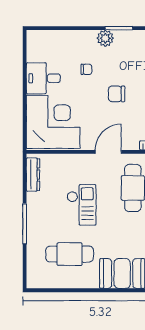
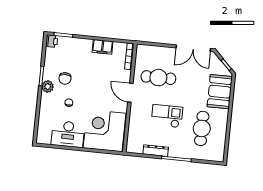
desk: (43, 78) -> (68, 134), width x1.37
chair: (117, 94) -> (65, 78), moved
dresser: (33, 175) -> (156, 151), moved

